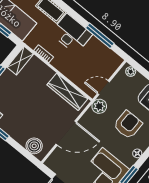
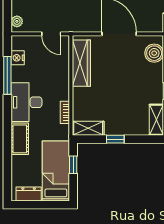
nightstand: (106, 52) -> (18, 58), added
plant: (99, 106) -> (71, 24), removed

